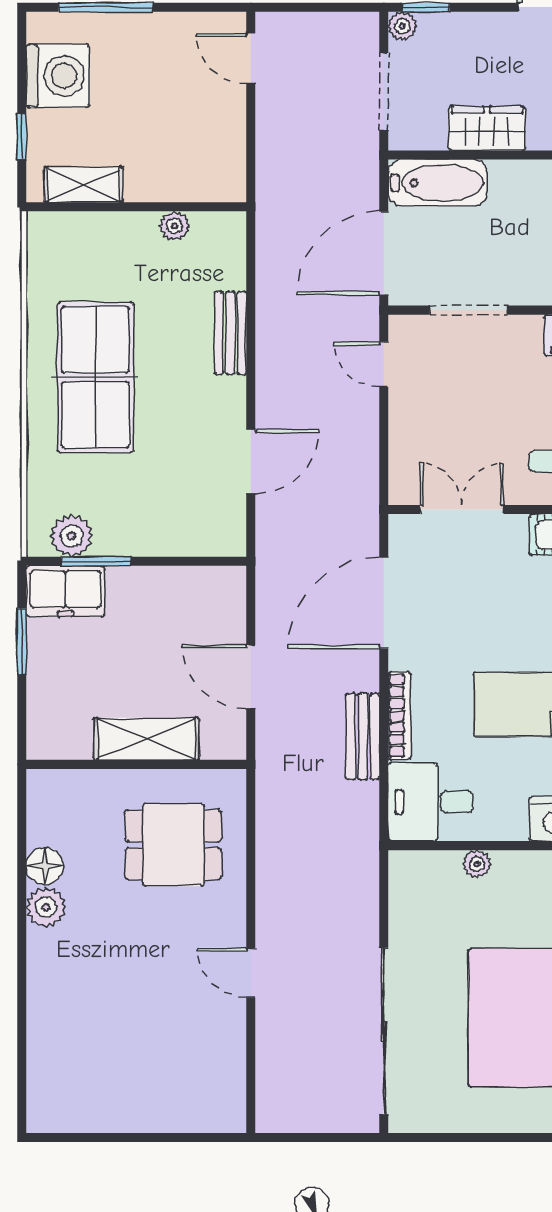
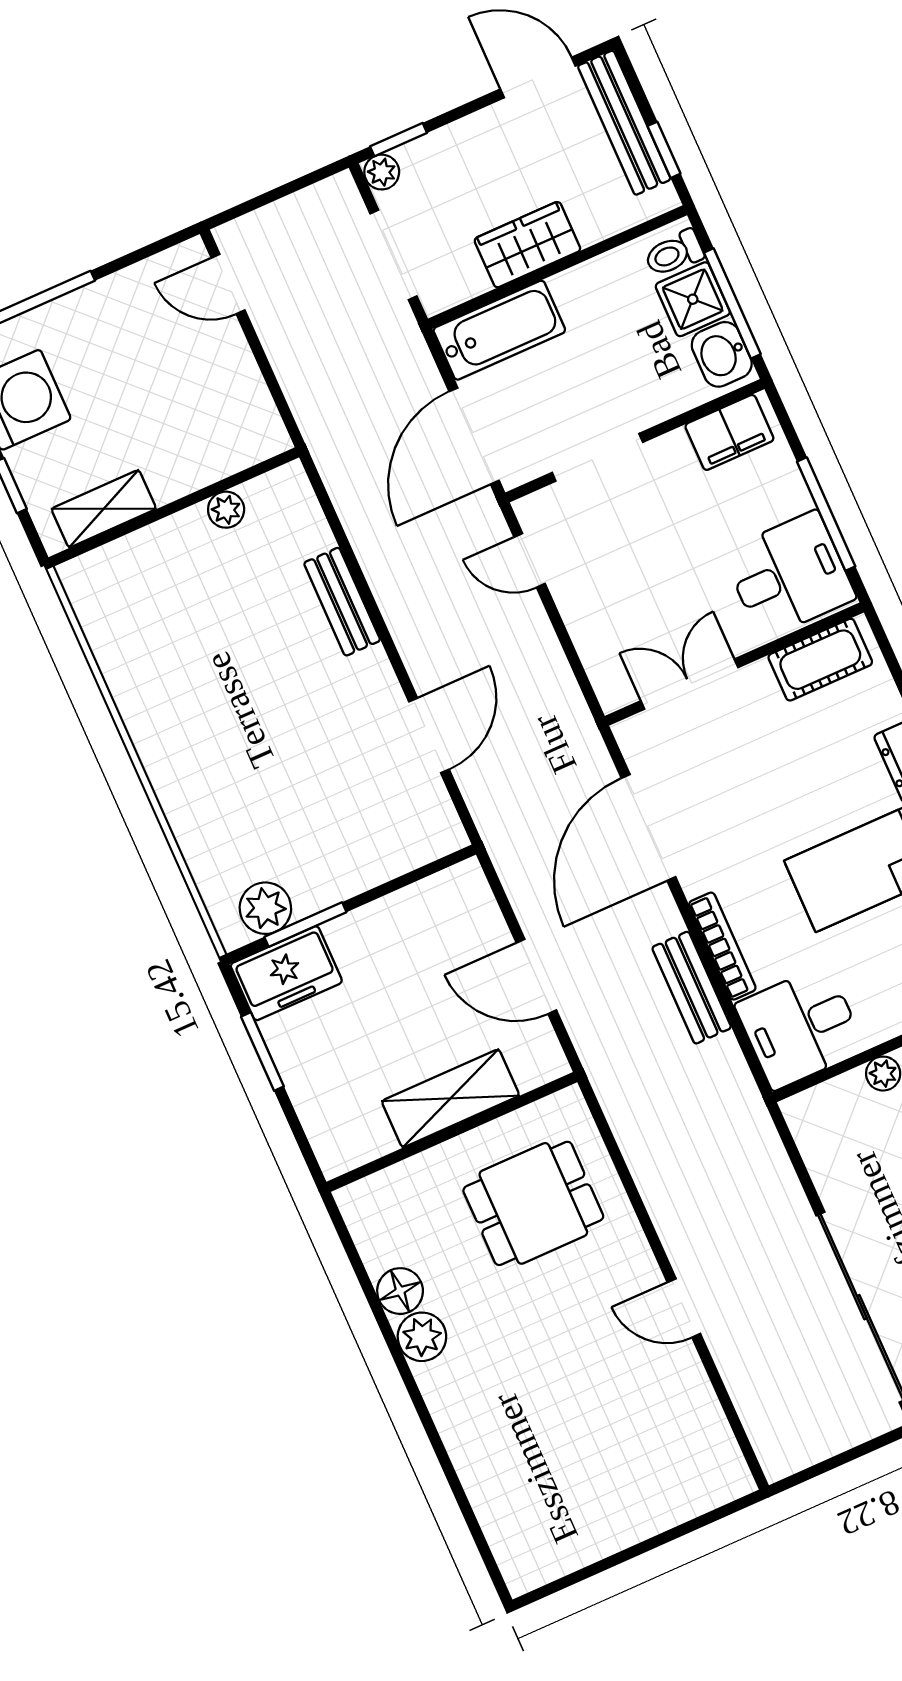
table tennis table: (95, 377) -> (213, 719), removed

